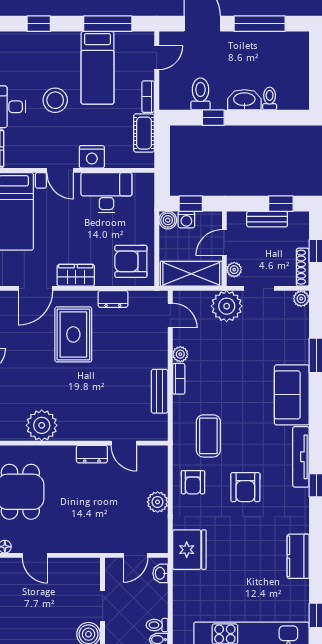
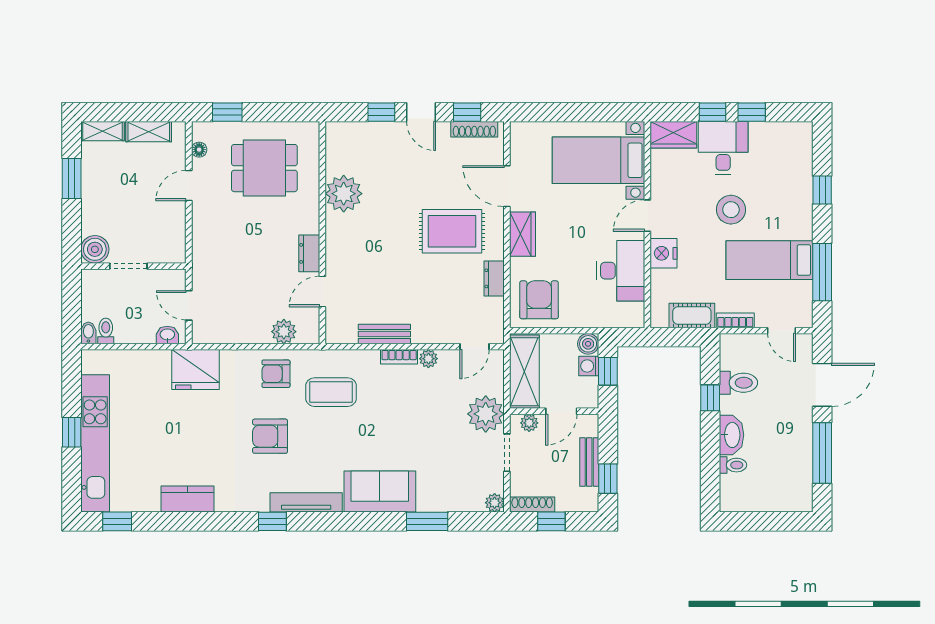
door: (224, 243) -> (561, 411), swing flipped
plant: (158, 502) -> (284, 332), moved

